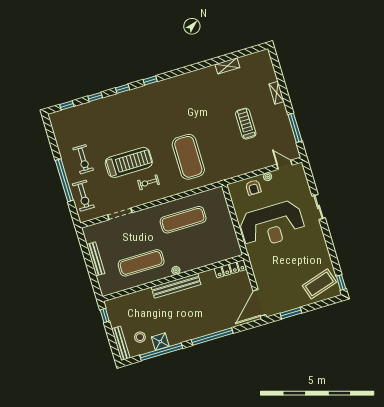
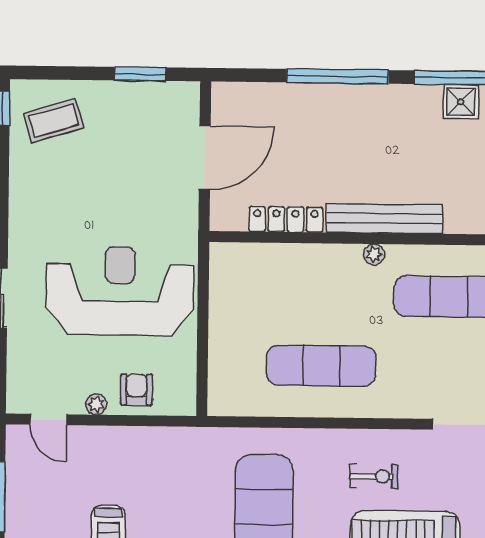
locker: (230, 269) -> (286, 219), moved
coffee table: (319, 284) -> (54, 121), width x0.73, depth x0.76
door: (259, 303) -> (205, 158), moved

